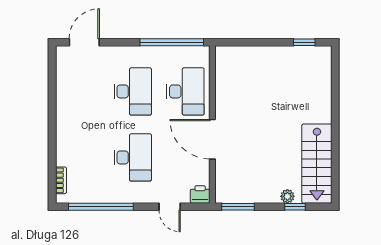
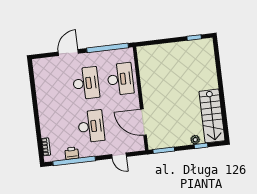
door: (84, 42) -> (68, 53), moved
door: (212, 139) -> (143, 122), moved
printer: (200, 194) -> (72, 153), moved

